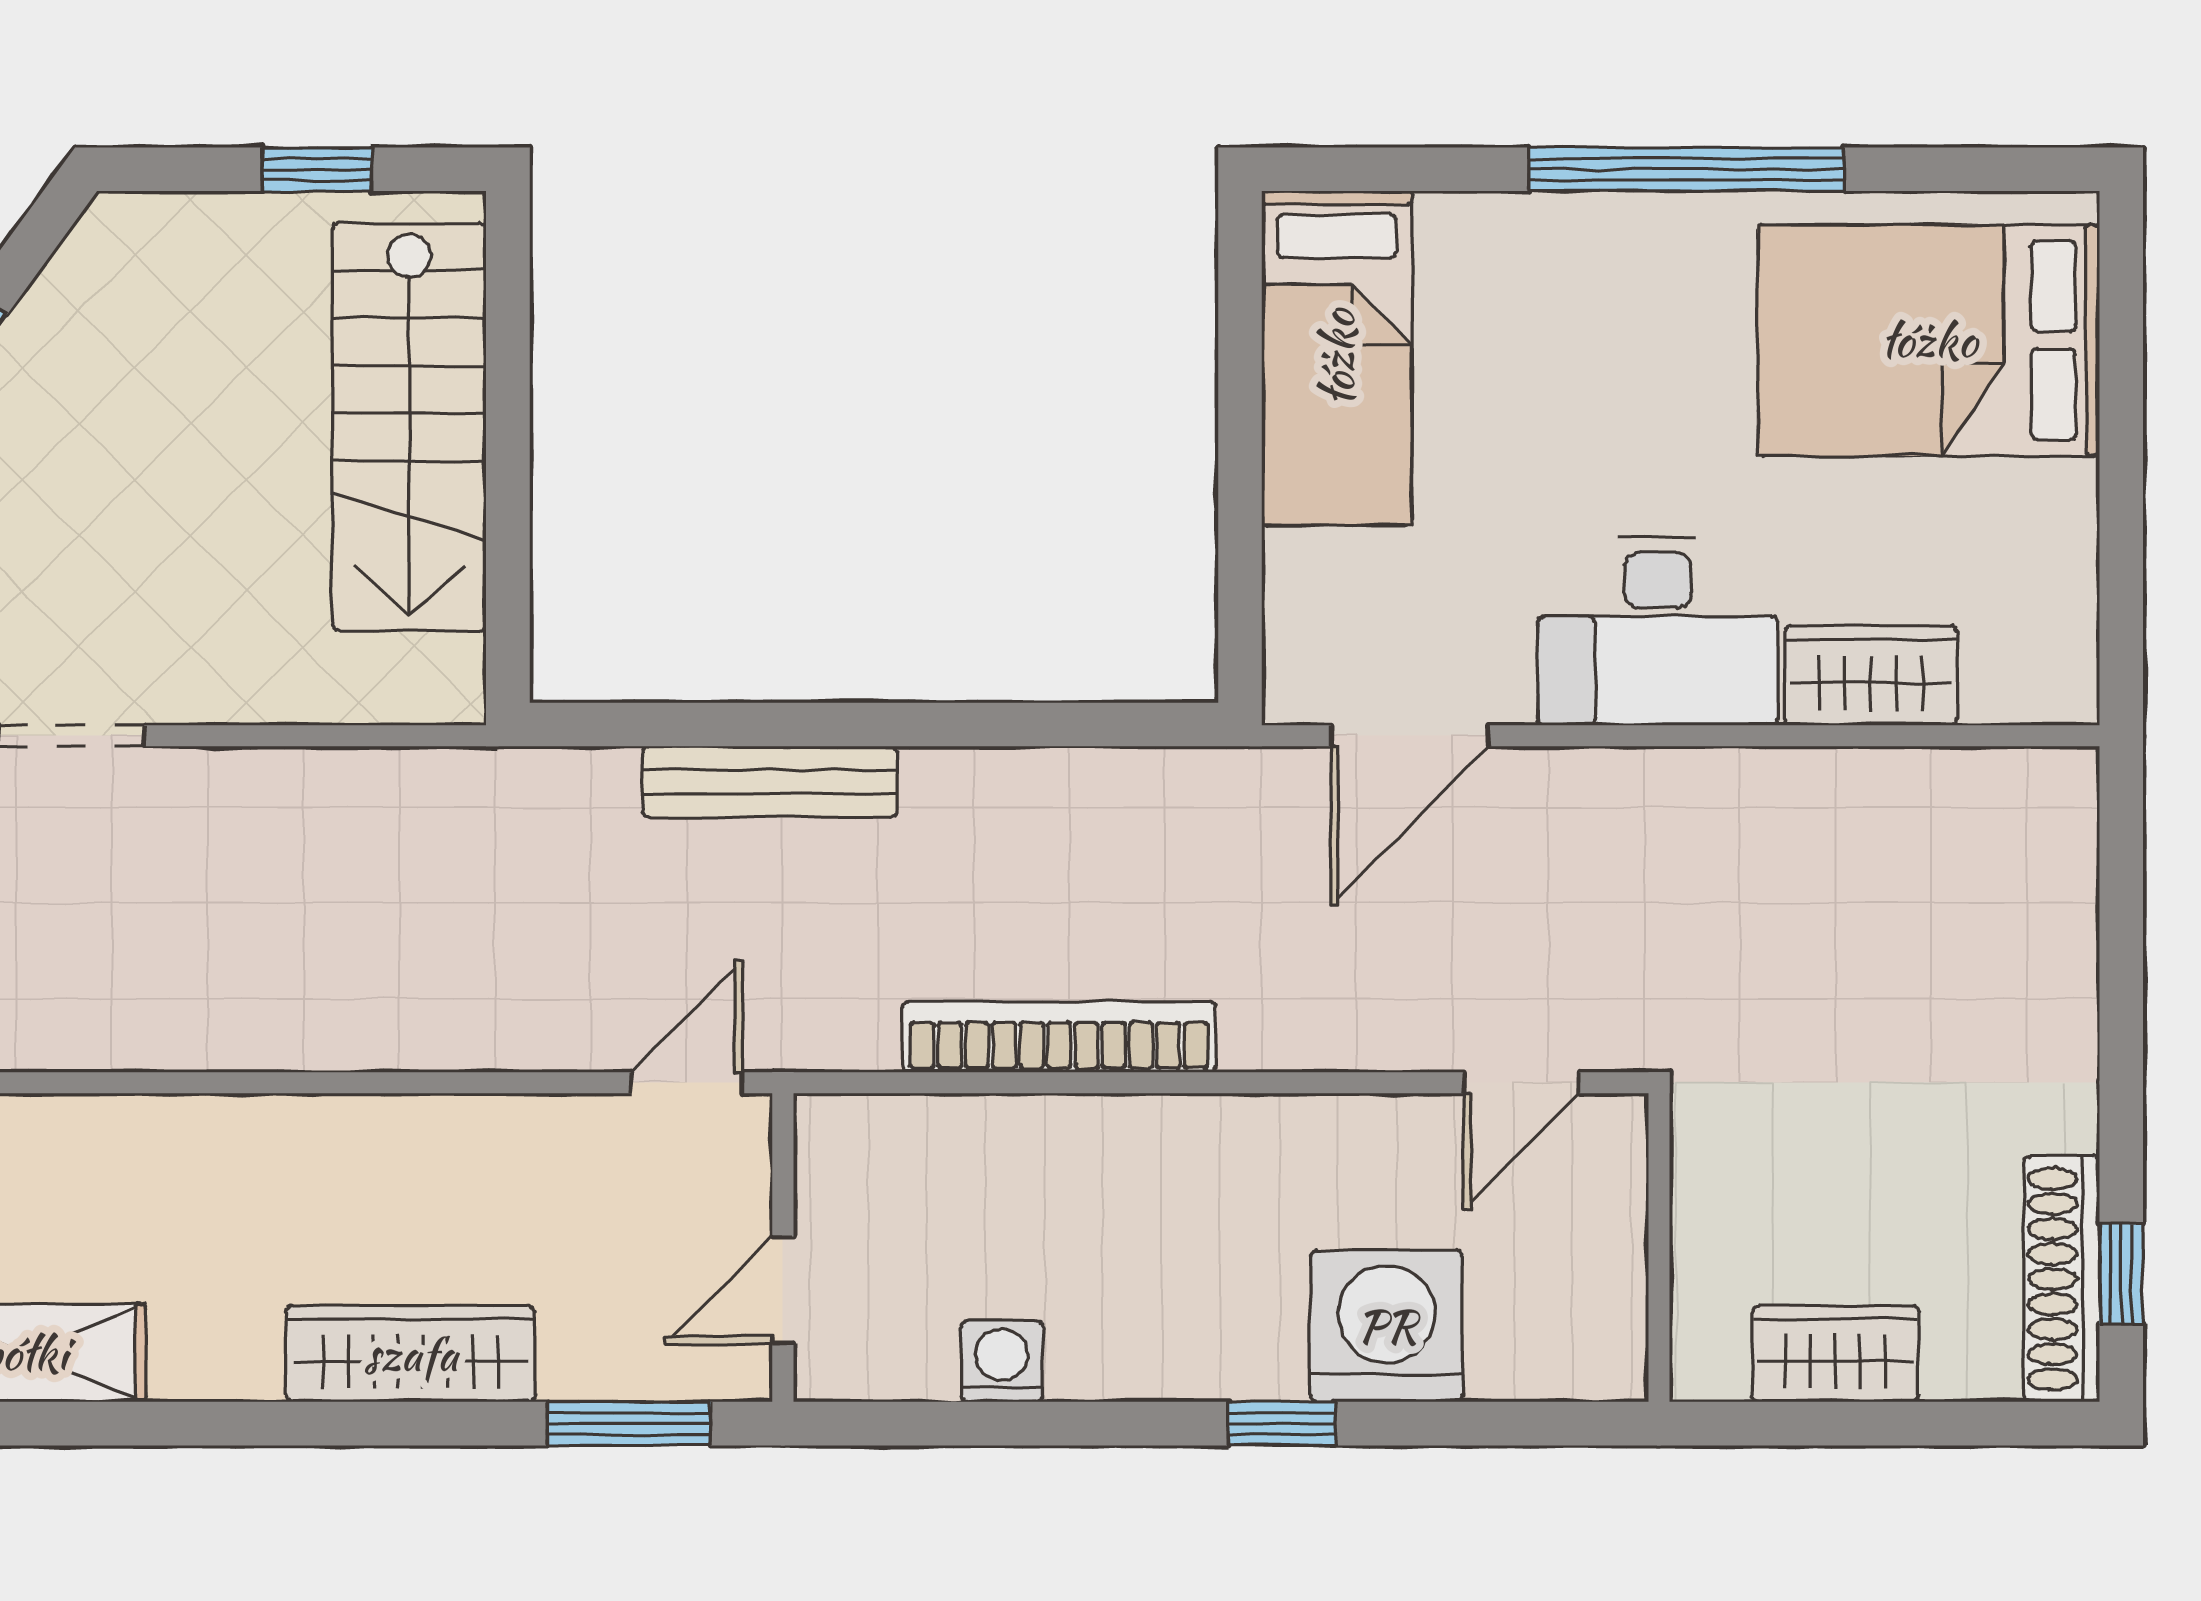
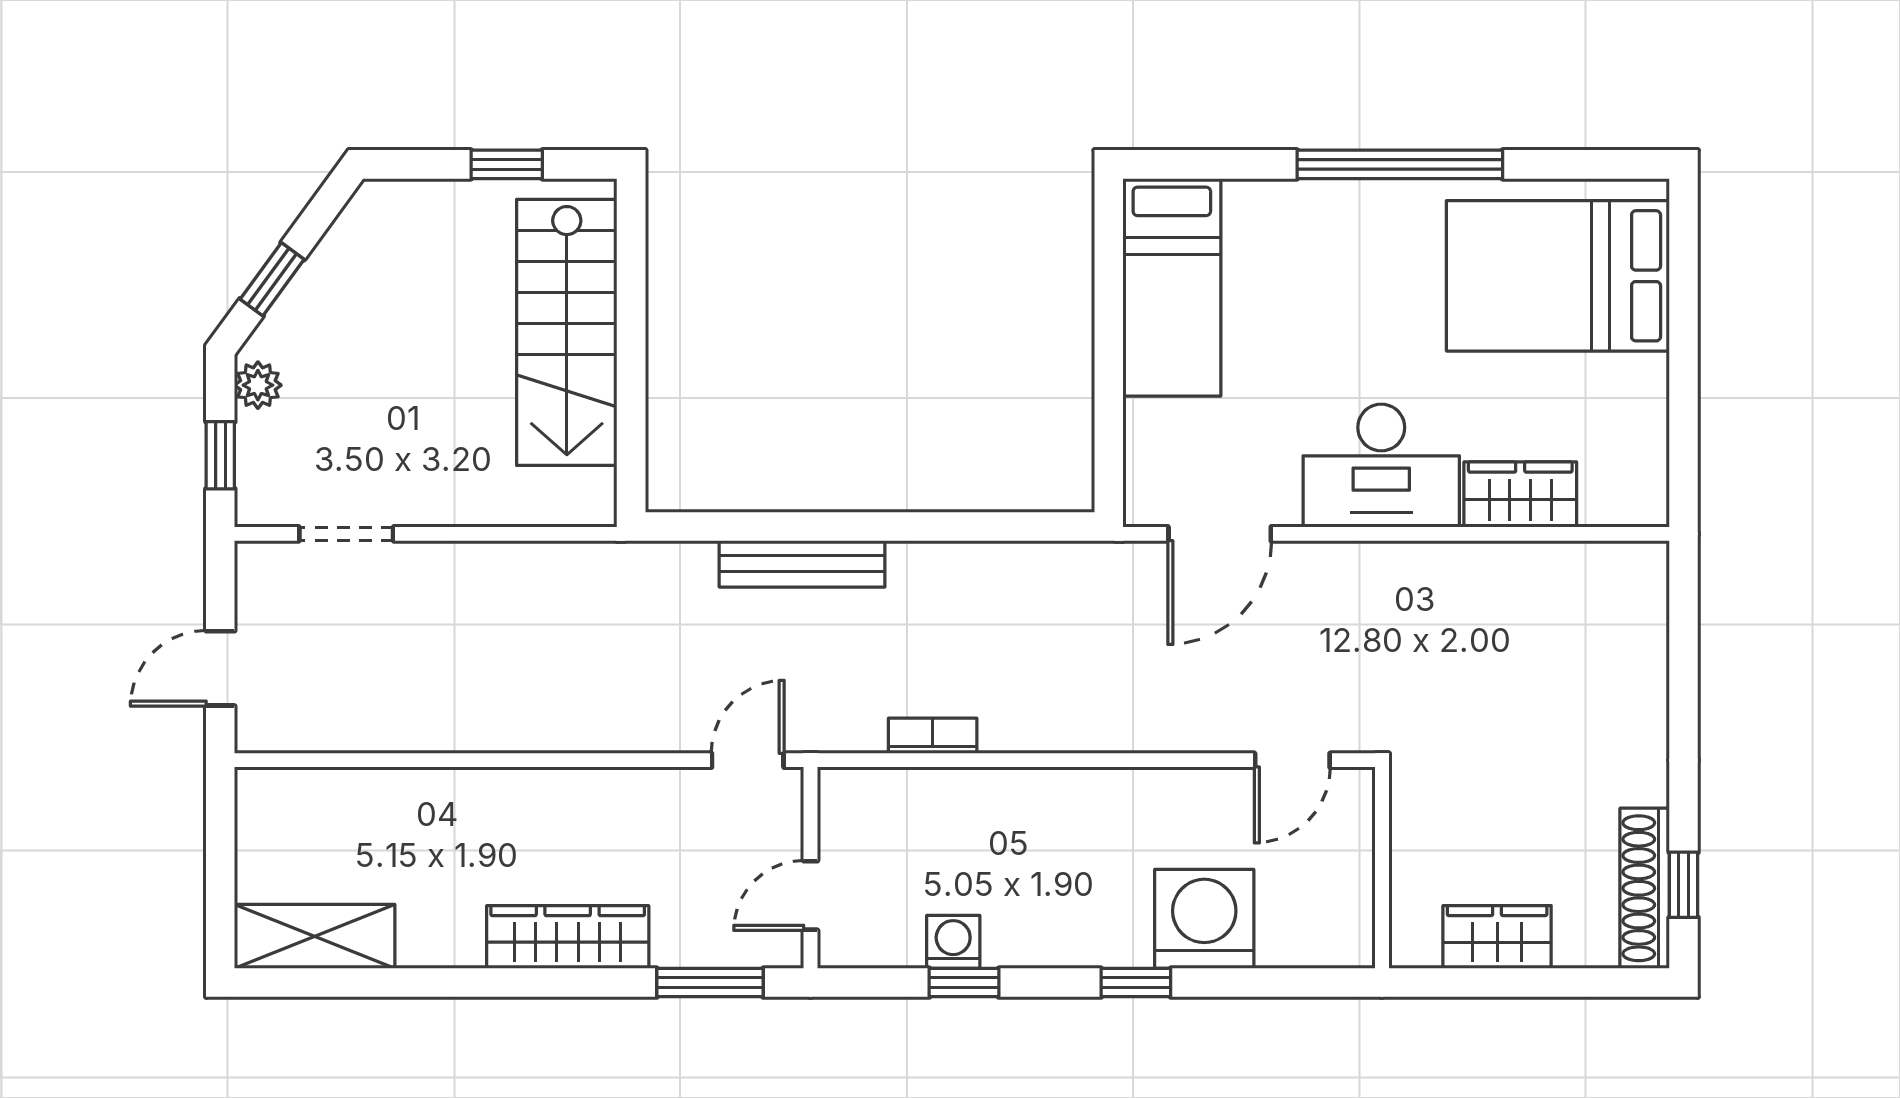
bookcase: (1059, 1037) -> (933, 736), width x0.43, depth x0.76
window: (1018, 1424) -> (964, 983), added

